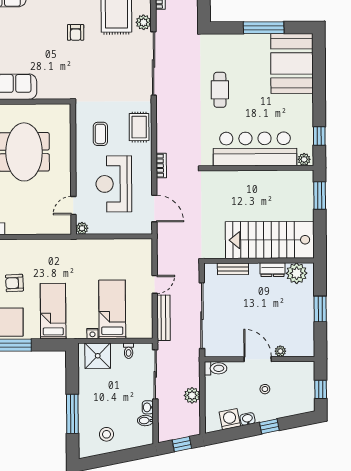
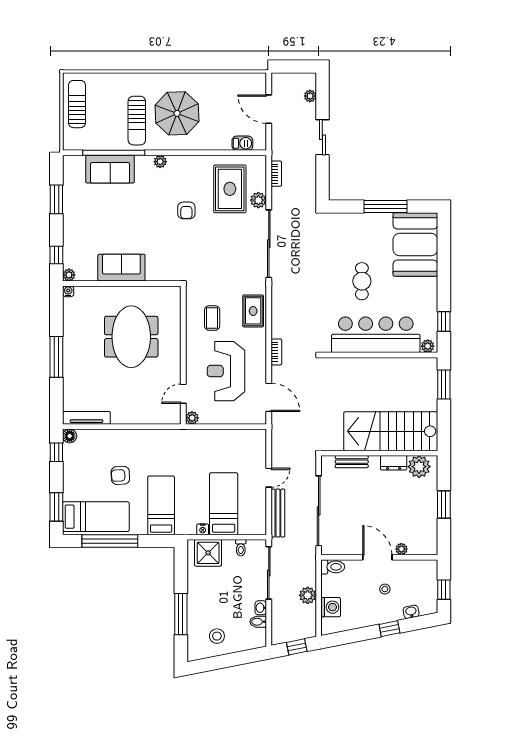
cafe table: (220, 90) -> (362, 281), moved
washing machine: (230, 419) -> (331, 607), moved, turned 101
washbasin: (248, 419) -> (411, 612), moved

